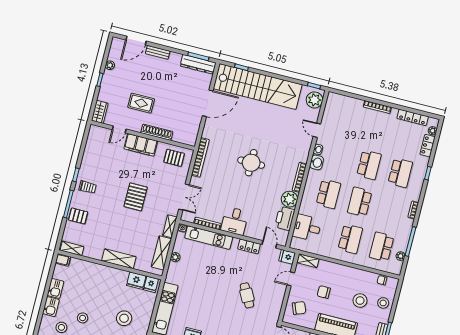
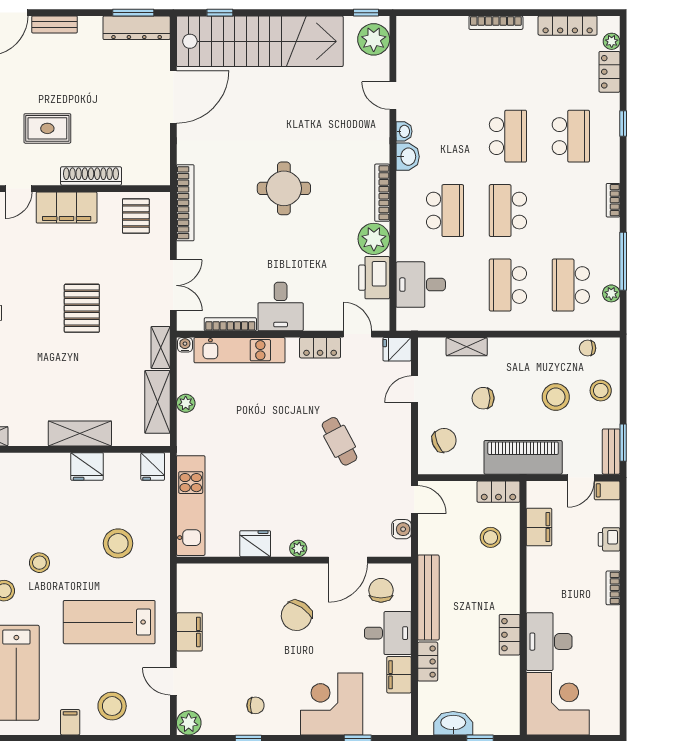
pallet: (174, 158) -> (136, 216), turned 90
school desk: (350, 239) -> (508, 285), turned 180
shelving: (308, 261) -> (467, 347), moved
fridge: (136, 281) -> (87, 466), moved

